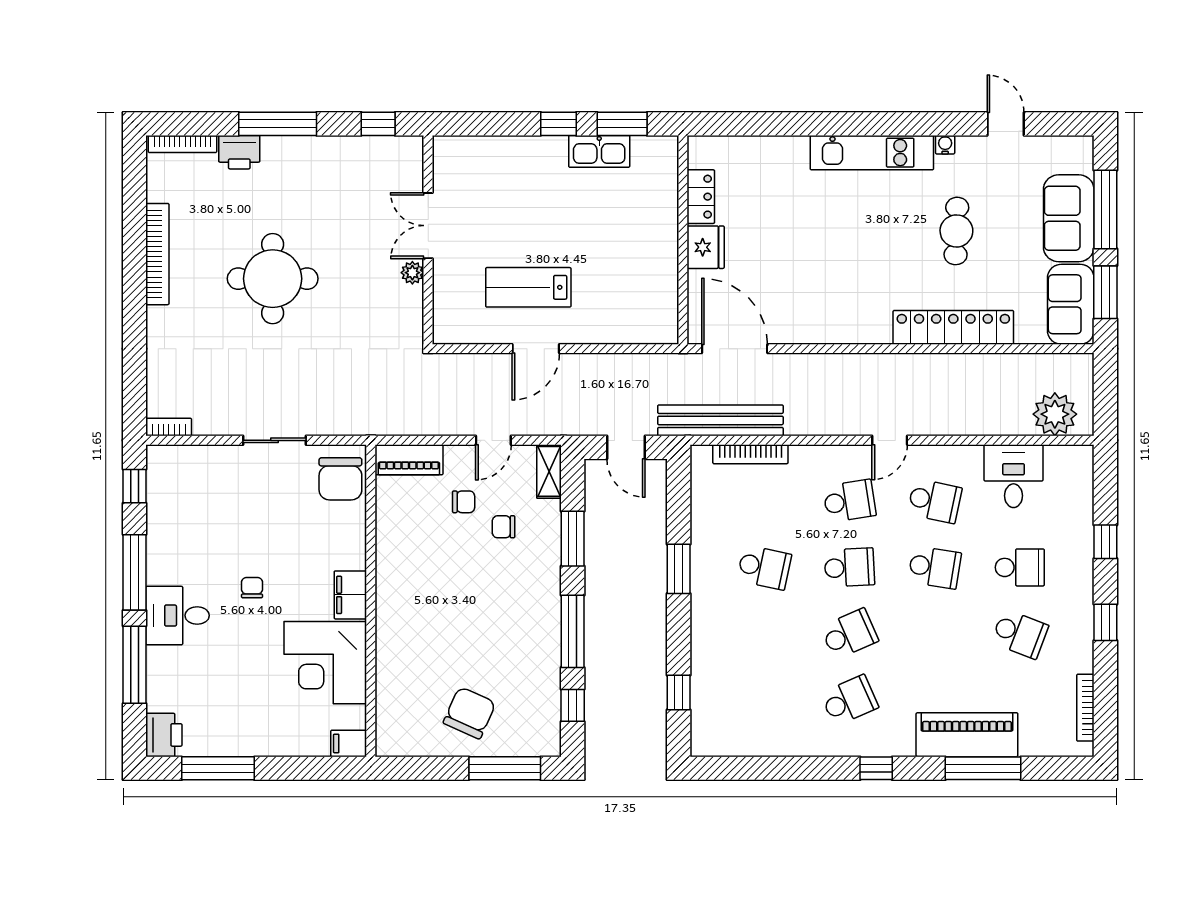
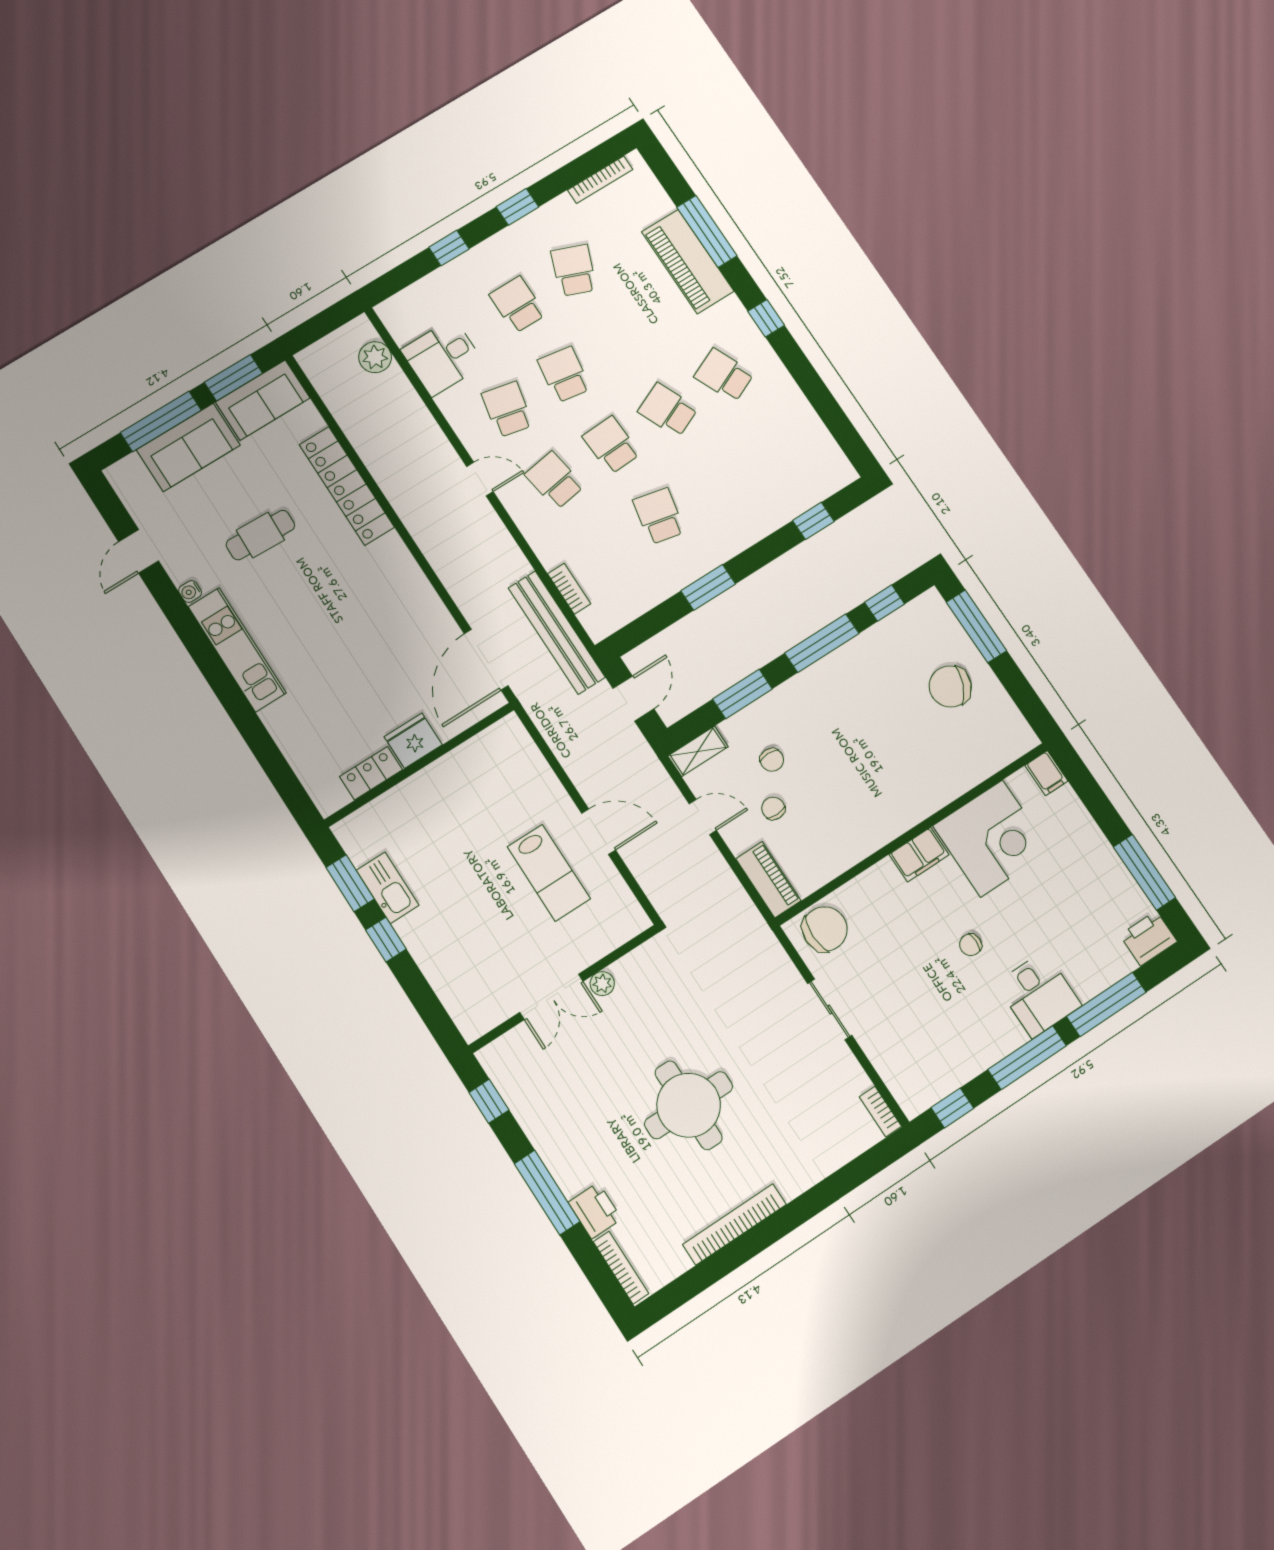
plant: (1055, 414) -> (375, 357), width x0.73, depth x0.73
bookcase: (750, 454) -> (569, 589), width x0.64

